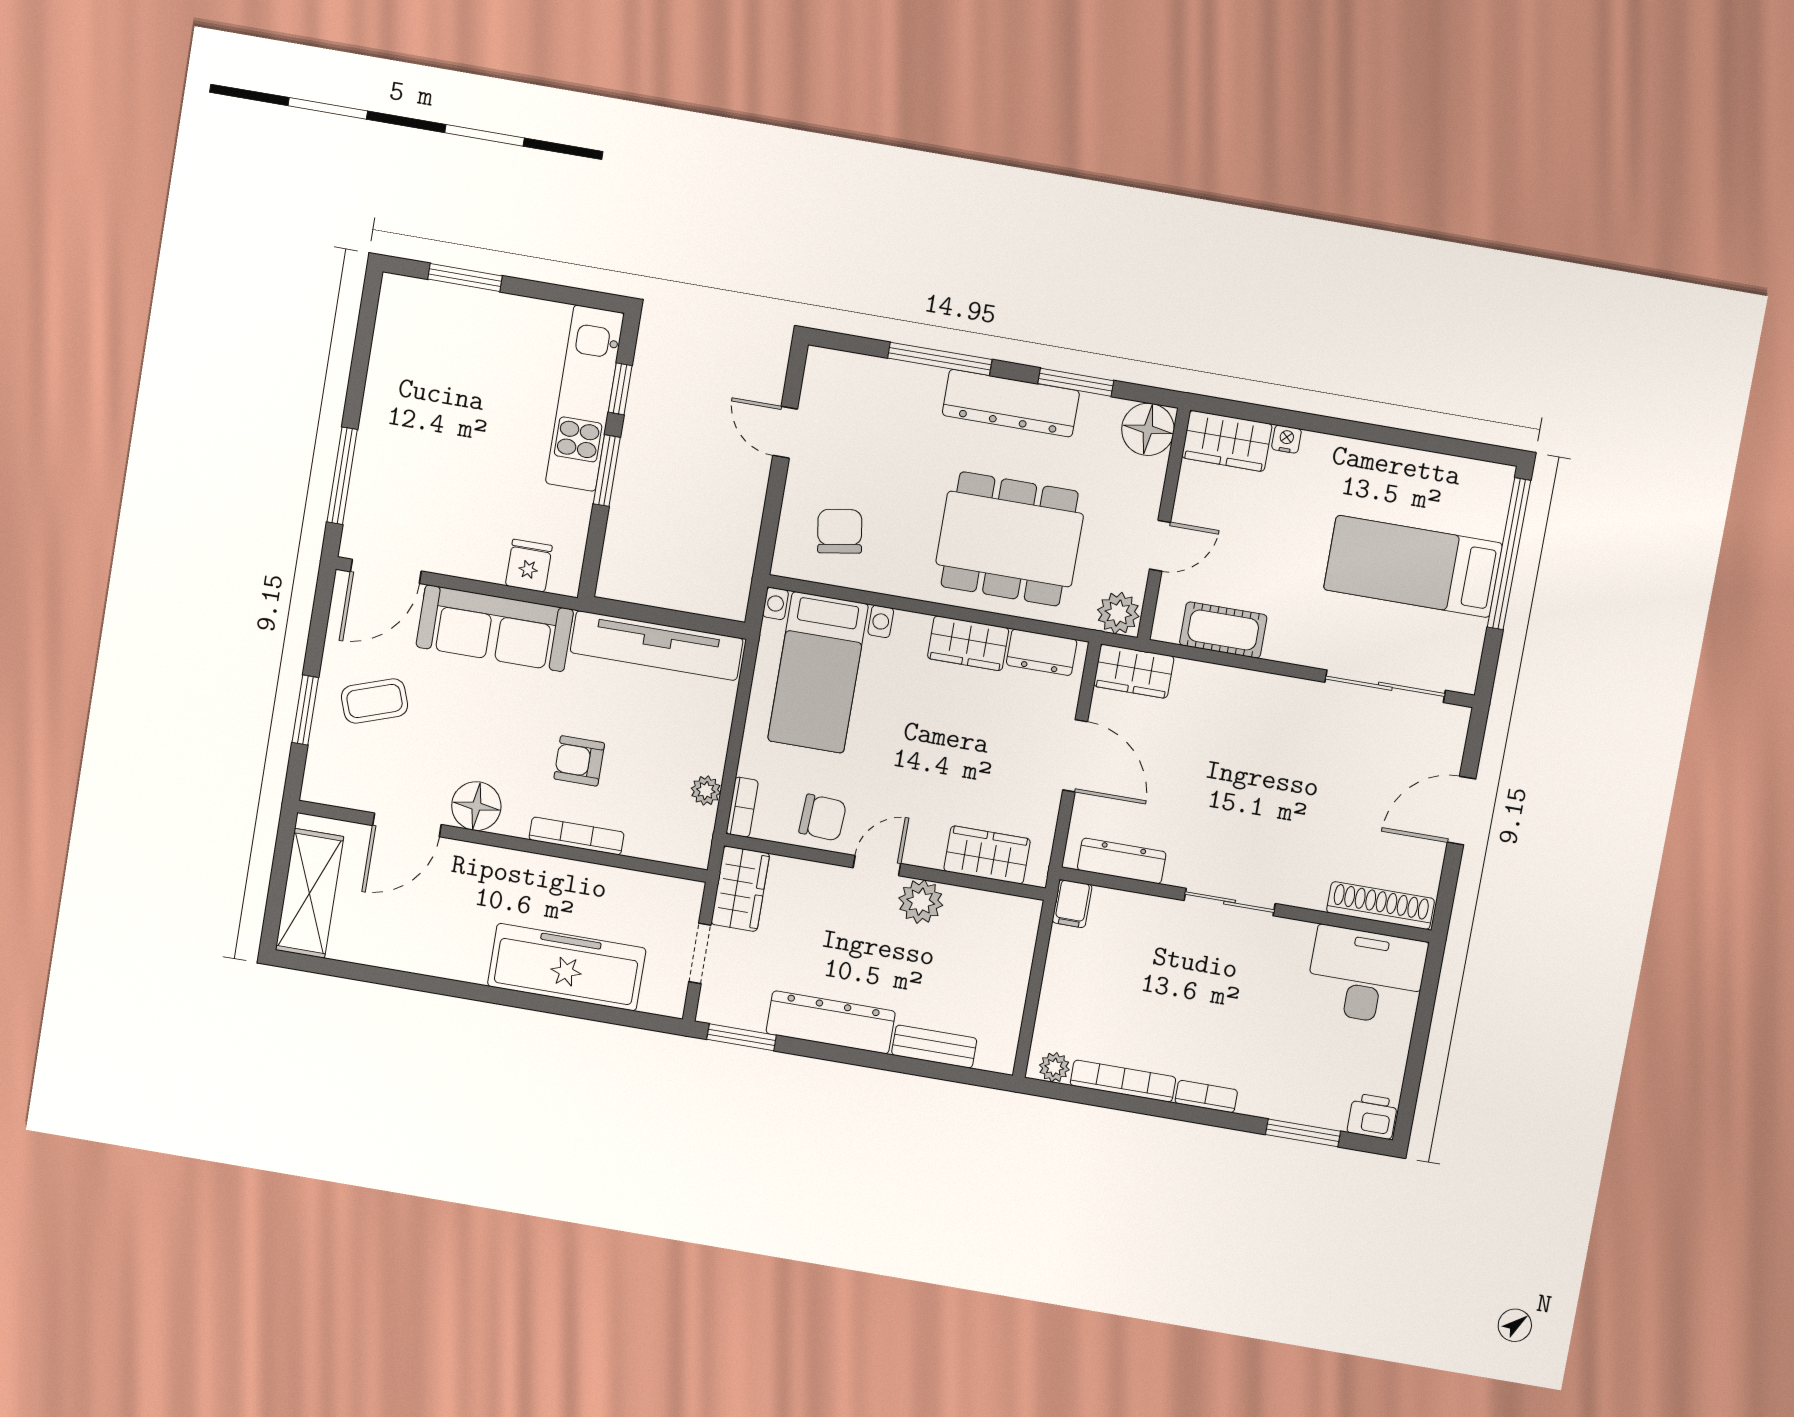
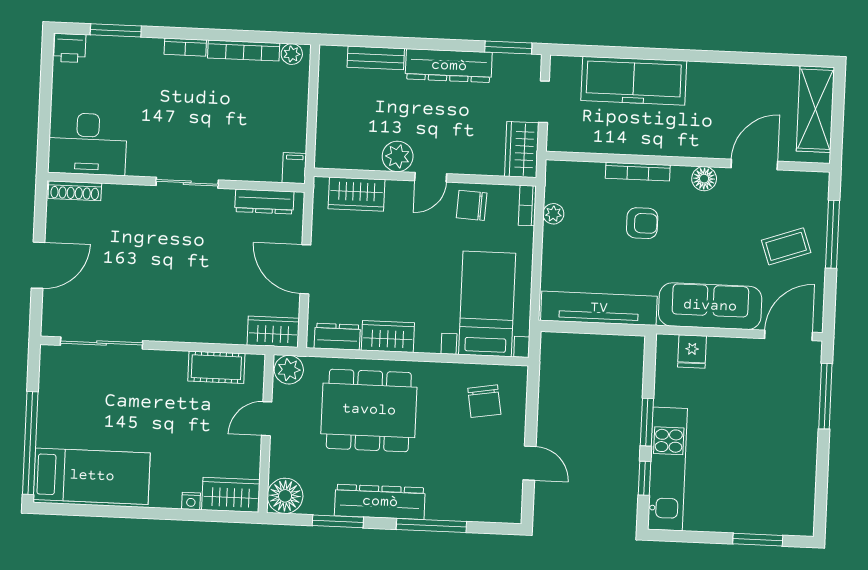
bed: (1413, 566) -> (92, 476), moved
window: (305, 710) -> (832, 234), width x1.44
floor lamp: (476, 806) -> (704, 179), width x0.73, depth x0.73
shoe rack: (1381, 906) -> (75, 191), width x0.74, depth x0.81

